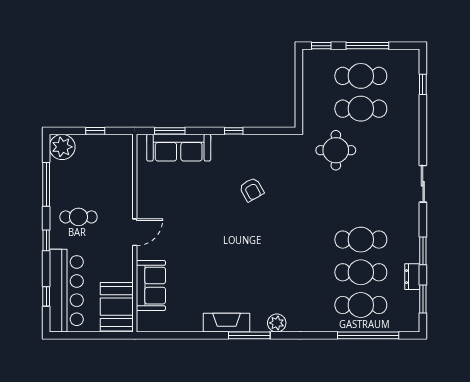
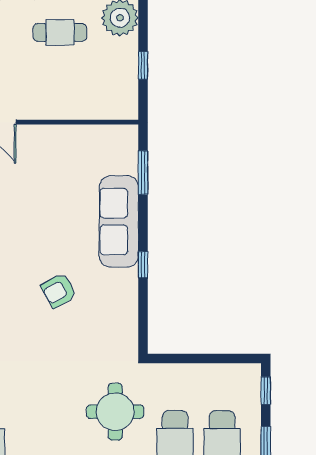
sofa: (179, 148) -> (119, 221), moved
cafe table: (79, 217) -> (60, 32), moved, turned 90

